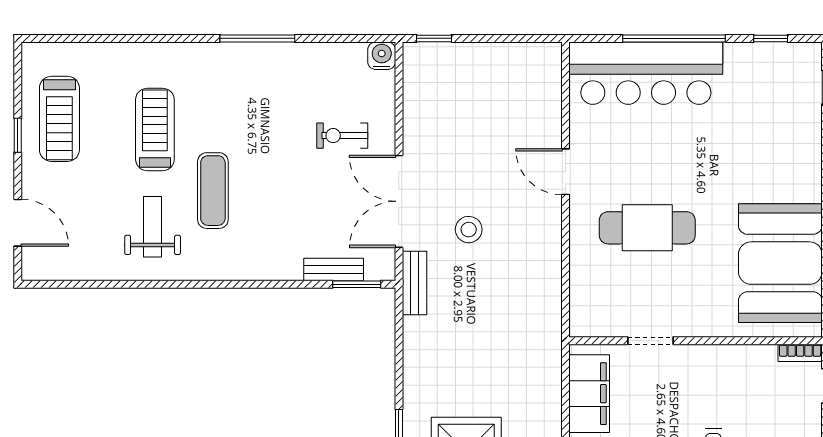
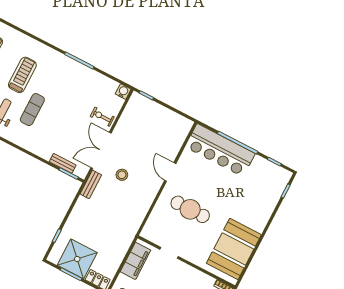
exercise bike: (342, 136) -> (102, 117), moved

